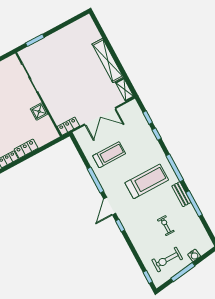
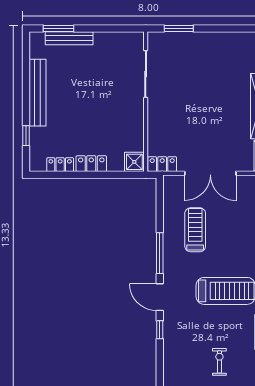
shower: (39, 111) -> (134, 162), moved
treadmill: (109, 155) -> (195, 230), turned -90
door: (110, 206) -> (160, 297), hinge flipped

